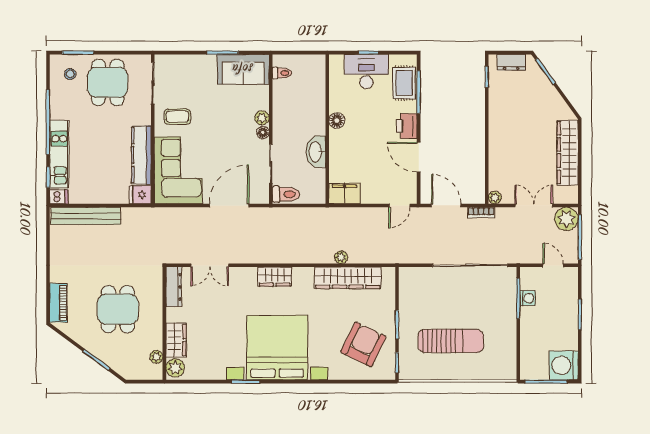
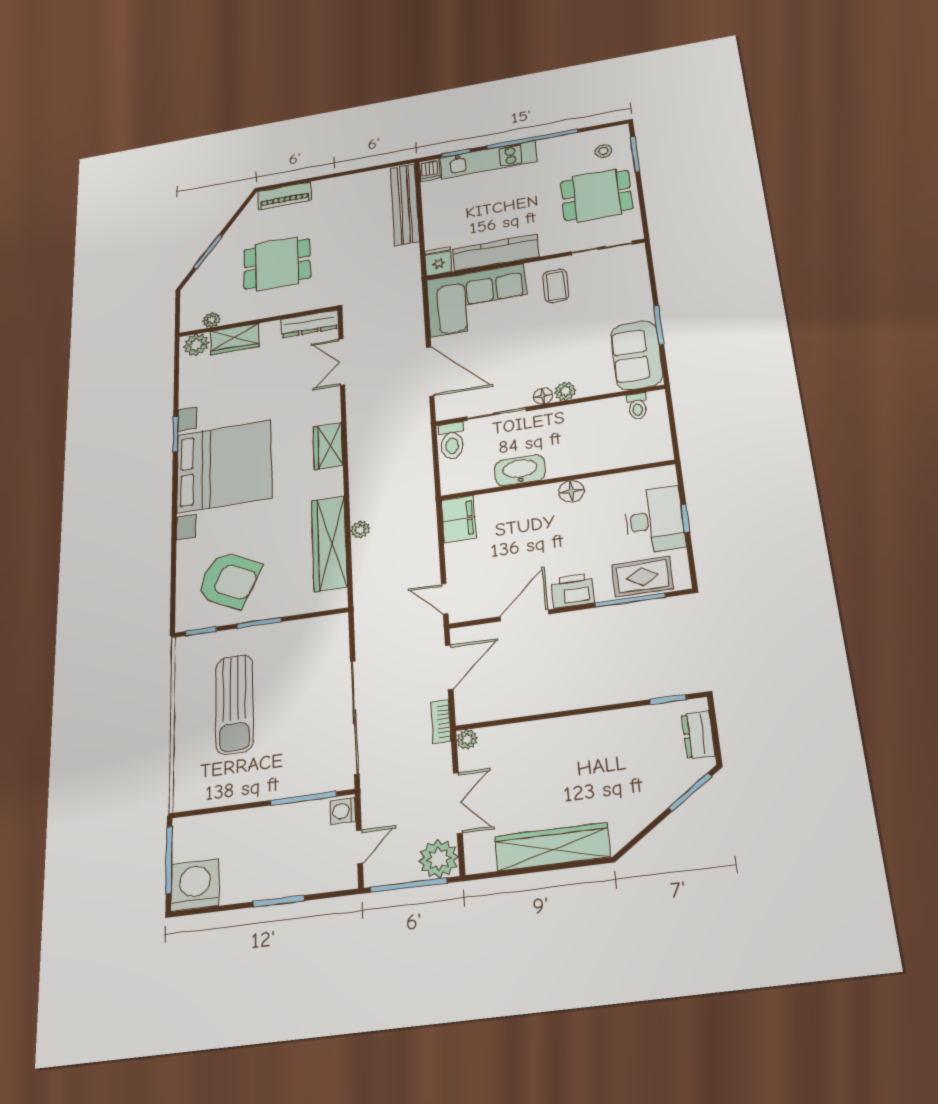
washing machine: (528, 298) -> (343, 811), moved, turned 90

